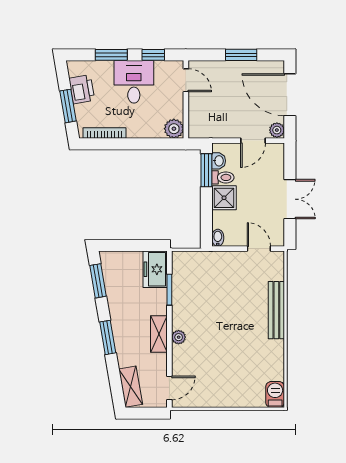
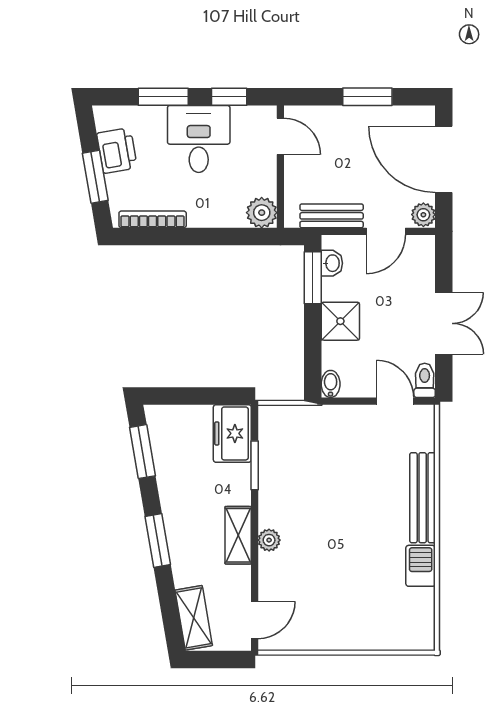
bench: (218, 131) -> (332, 216), added
toilet: (223, 177) -> (425, 380), moved, turned -90
barbecue: (275, 395) -> (421, 566), moved

